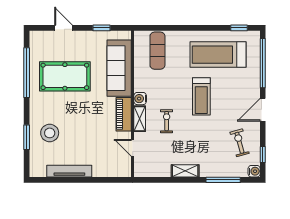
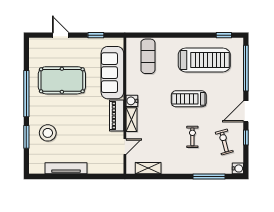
treadmill: (218, 55) -> (204, 60), turned 180
window: (27, 73) -> (26, 94), moved
treadmill: (201, 96) -> (189, 99), turned 90
exercise bike: (167, 121) -> (192, 137), moved
door: (133, 148) -> (125, 147), swing flipped
window: (263, 155) -> (246, 137), moved
shelving: (185, 171) -> (148, 168), moved

